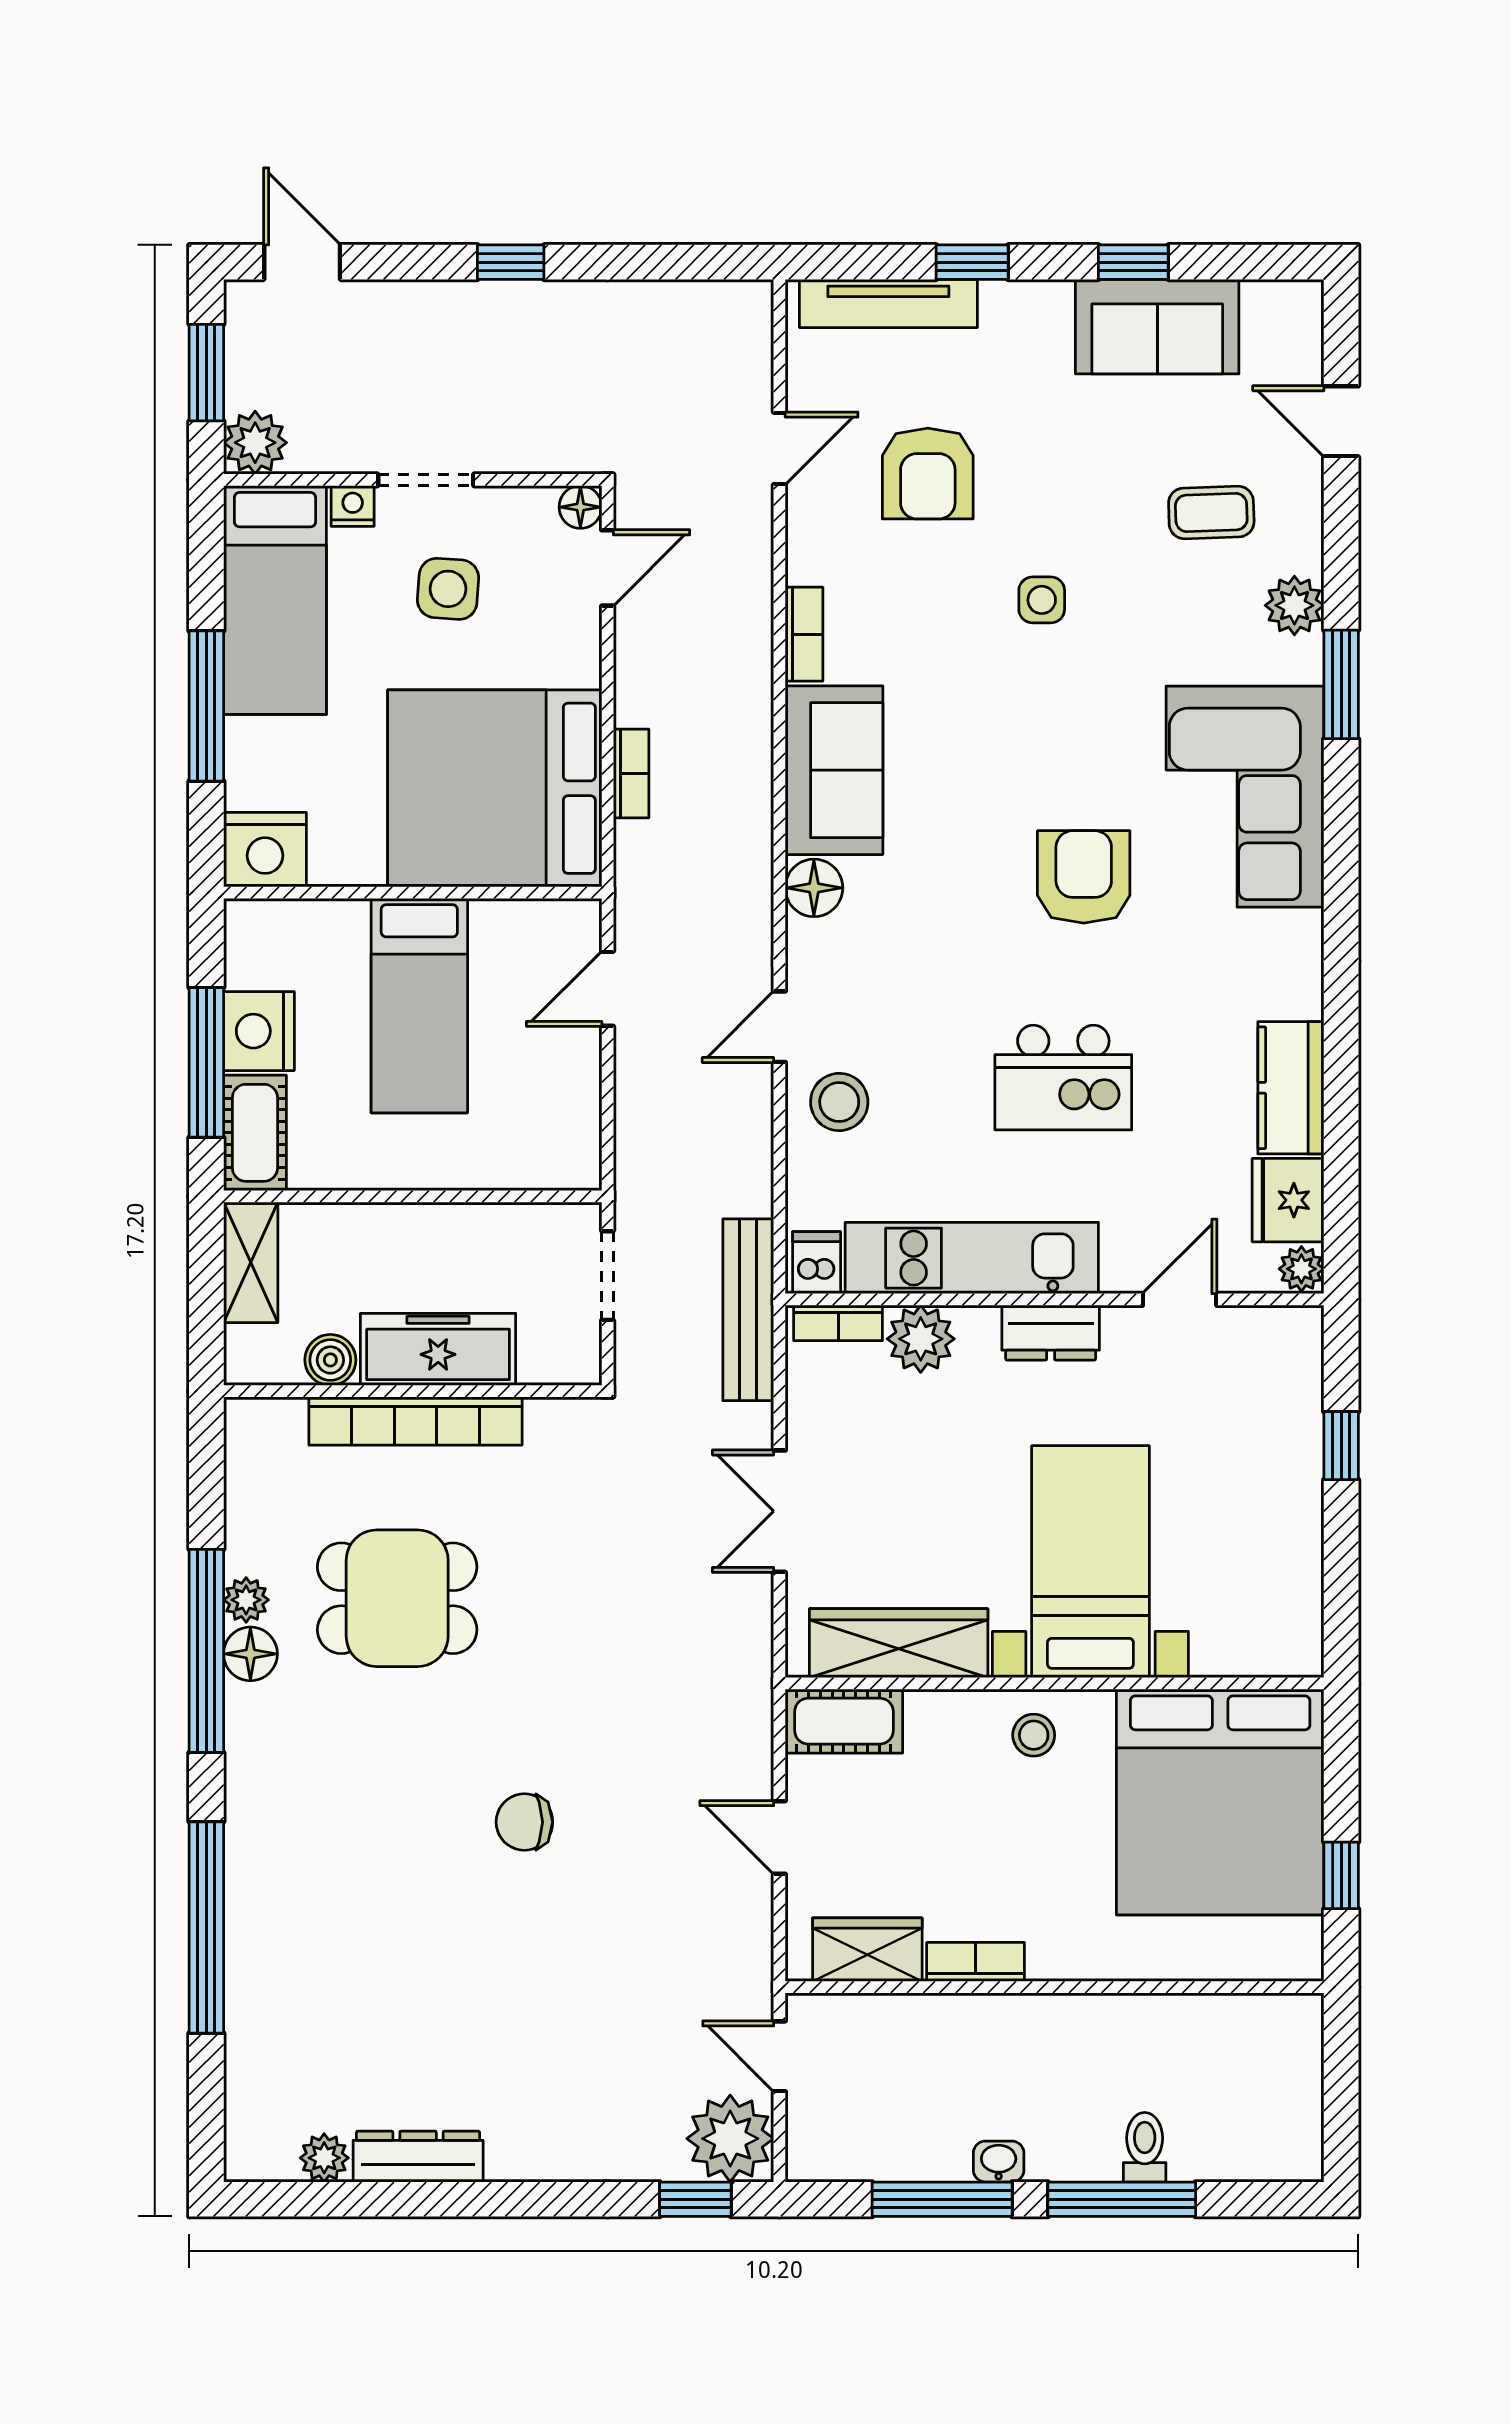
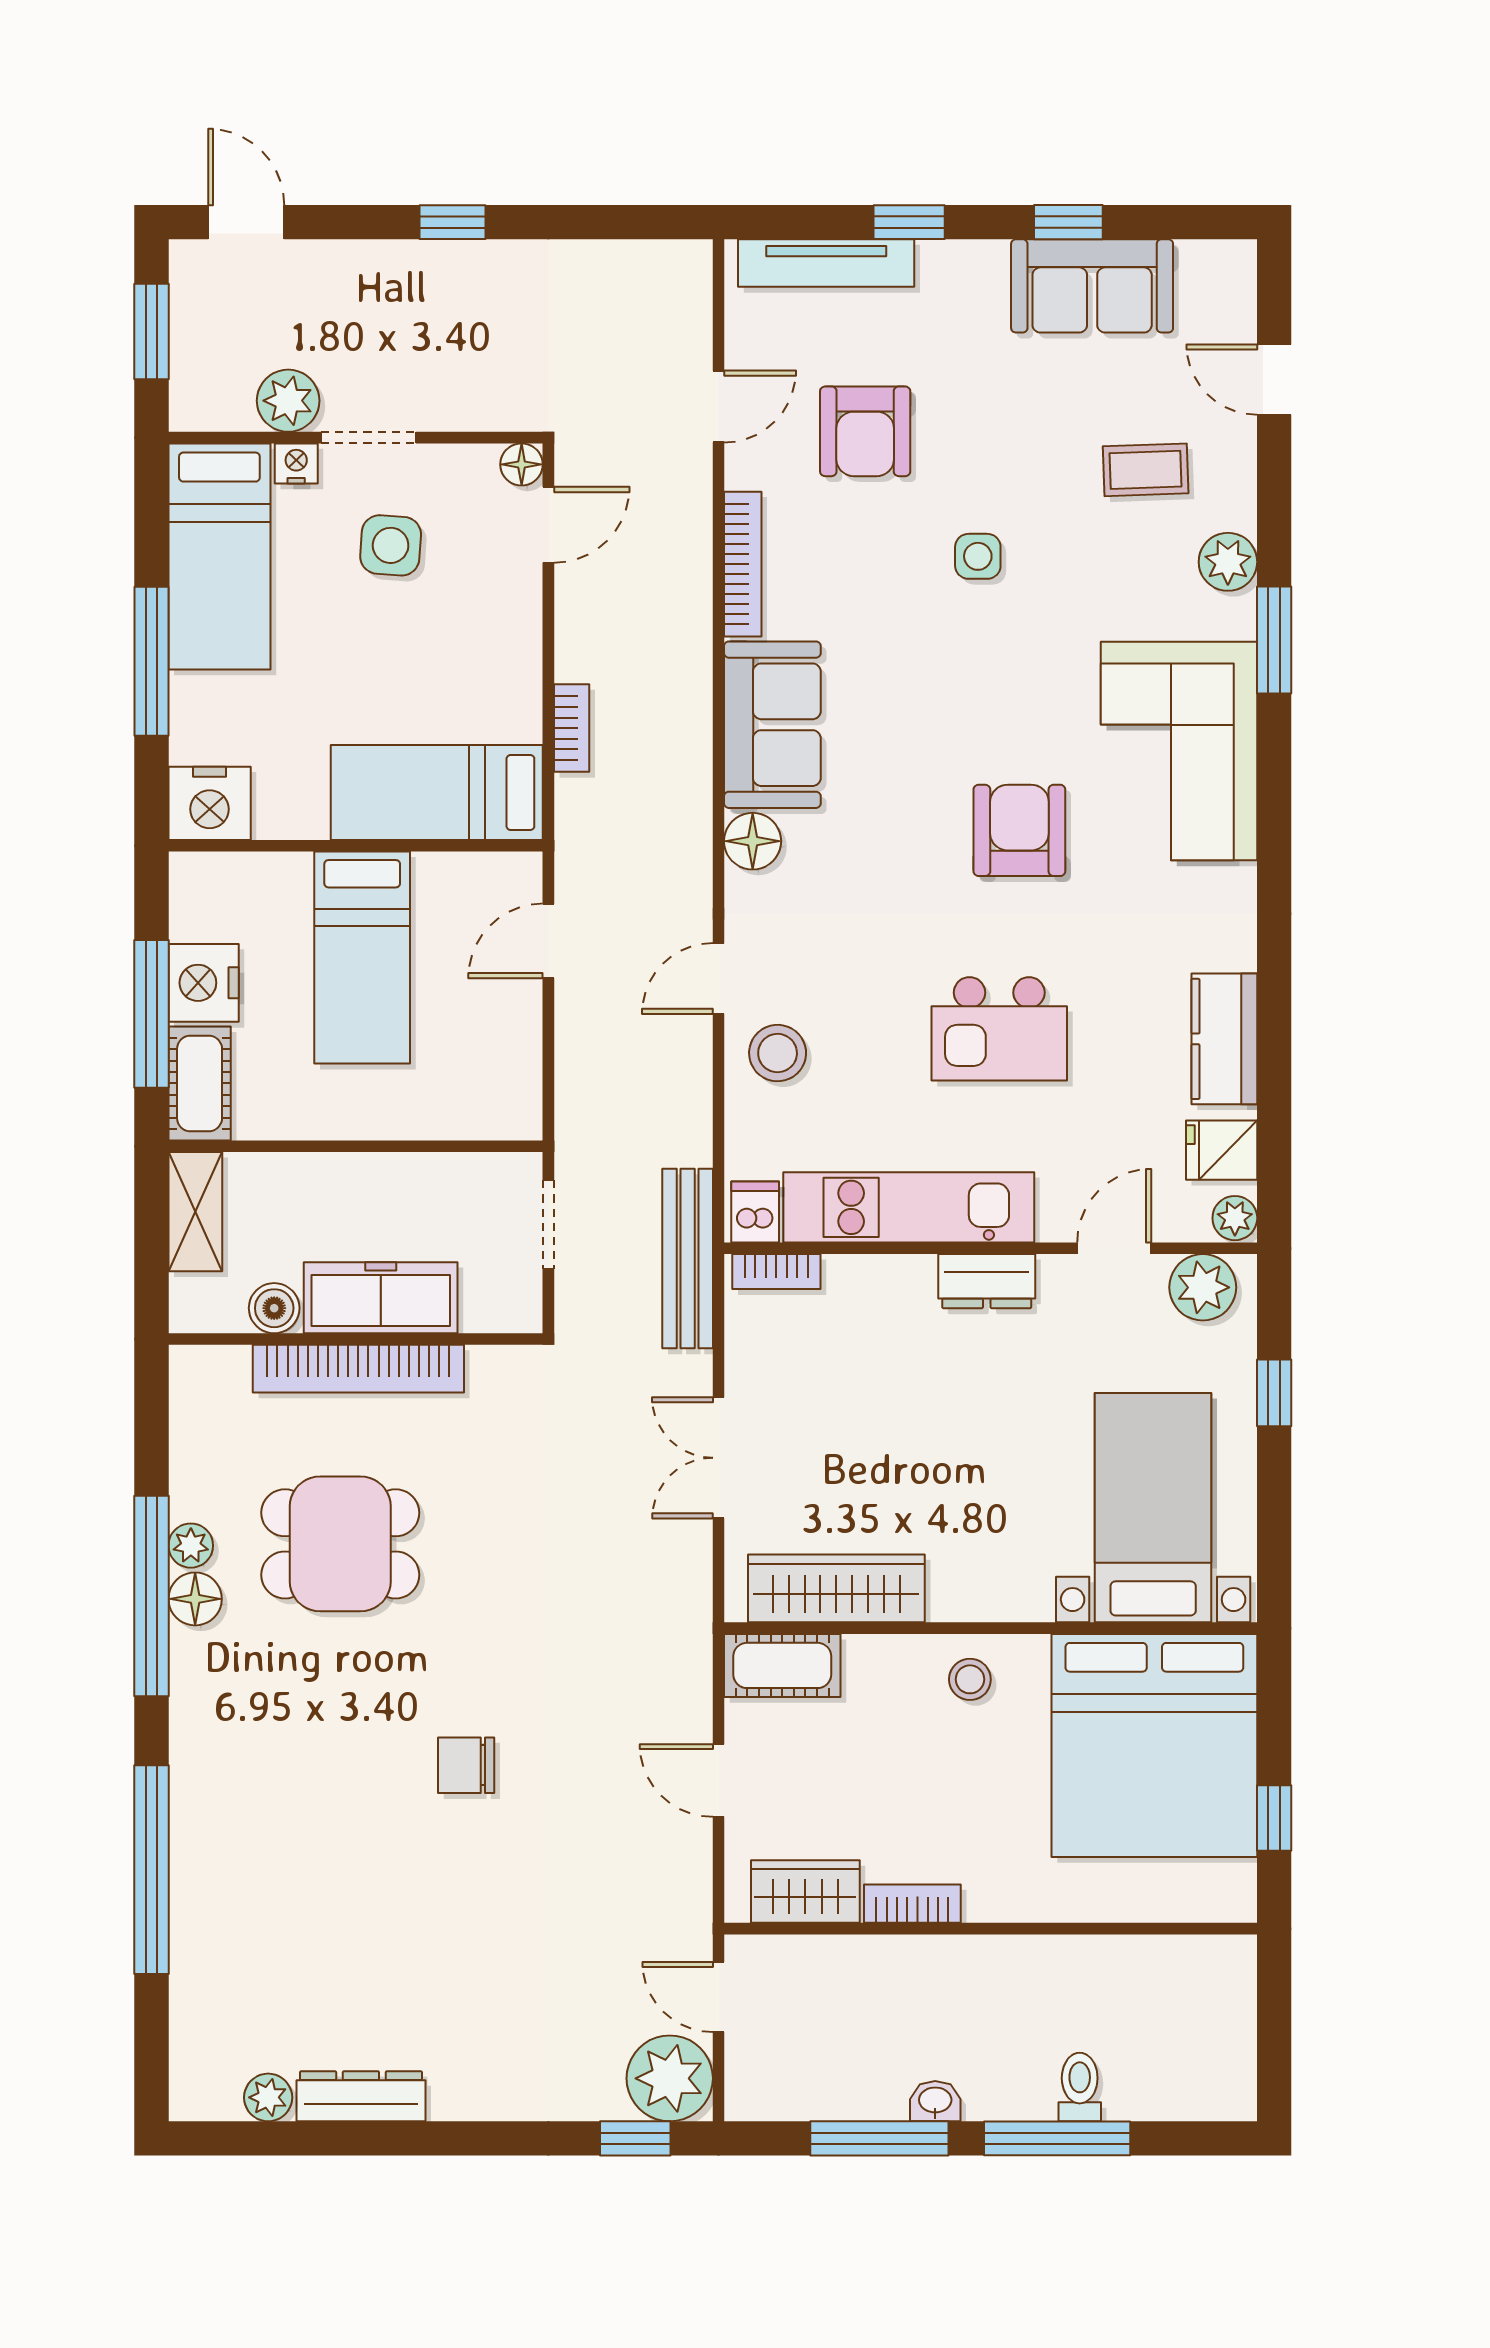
plant: (255, 443) -> (288, 401), moved
bookcase: (804, 634) -> (743, 564), width x1.56
bed: (495, 788) -> (437, 792), width x0.49
fridge: (1288, 1200) -> (1222, 1150), width x0.72
plant: (921, 1339) -> (1203, 1287), moved
bed with nightstands: (1090, 1562) -> (1153, 1508), moved

